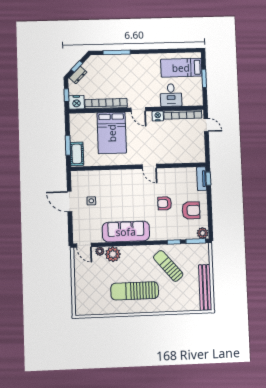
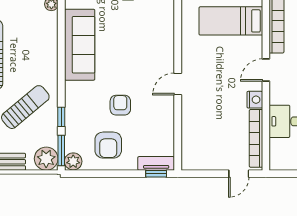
bed: (112, 133) -> (231, 21), width x0.67
plant: (113, 254) -> (46, 159), moved

